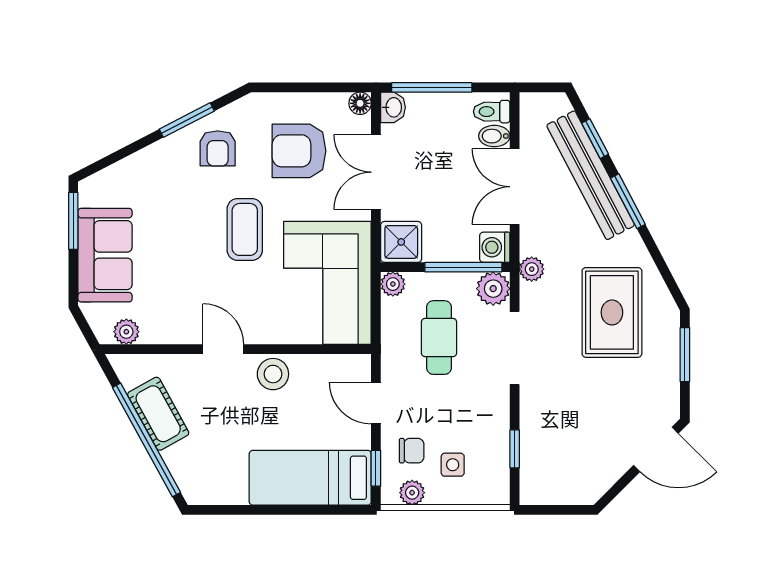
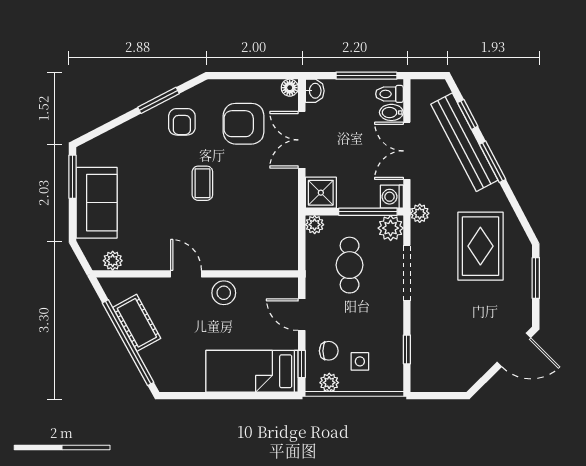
window: (432, 87) -> (366, 76), moved
coffee table: (245, 229) -> (202, 183), width x0.73, depth x0.77
corner sofa: (327, 283) -> (265, 224), removed

